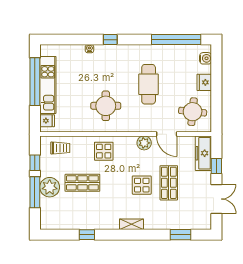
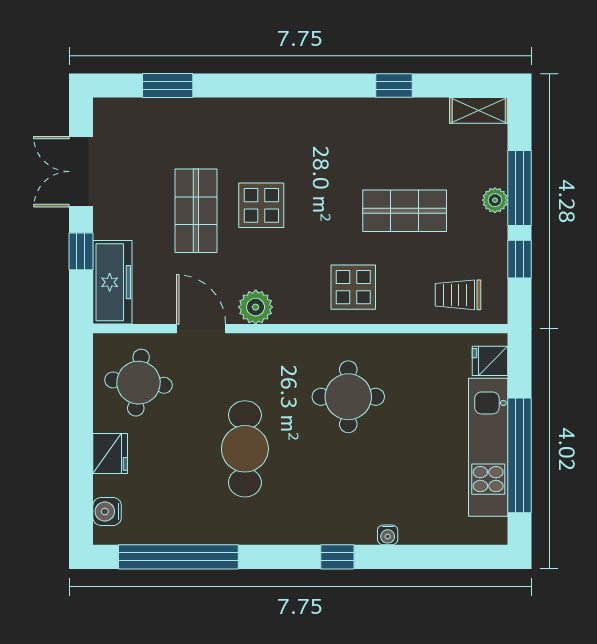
plant: (50, 187) -> (495, 200), width x0.53, depth x0.53
shelving: (132, 224) -> (479, 110), moved

